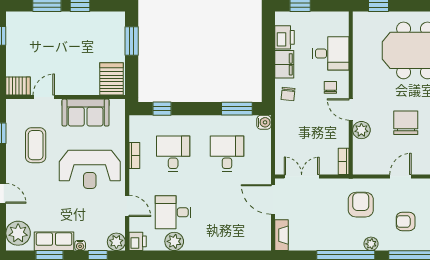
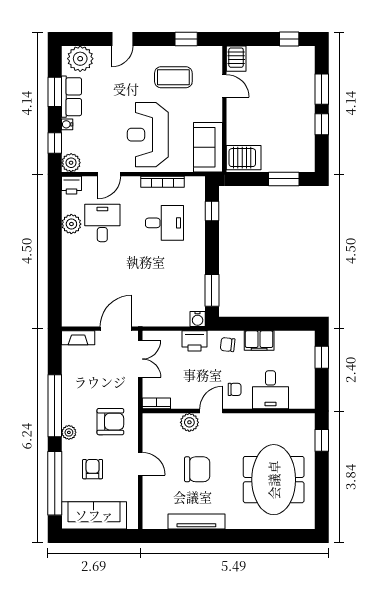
printer: (285, 37) -> (194, 341), moved
sofa: (86, 113) -> (208, 147), moved
desk: (227, 154) -> (164, 280), removed
bookcase: (134, 155) -> (162, 182), width x1.56

